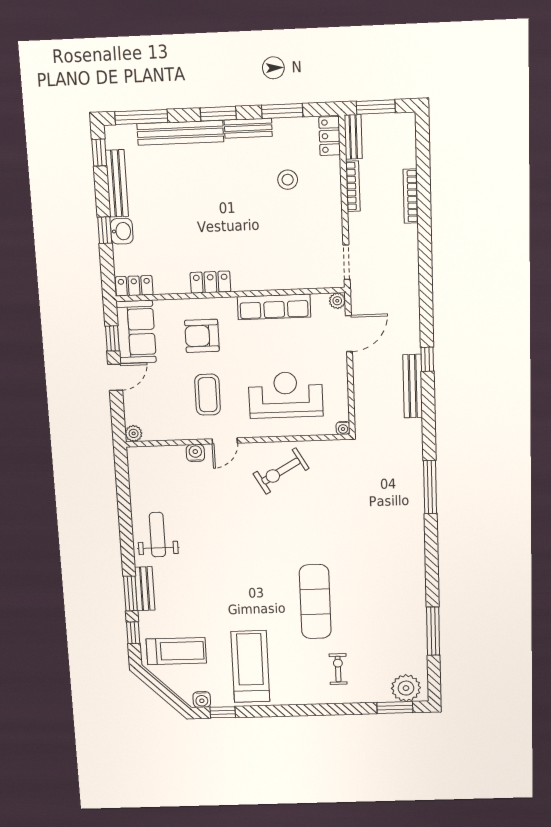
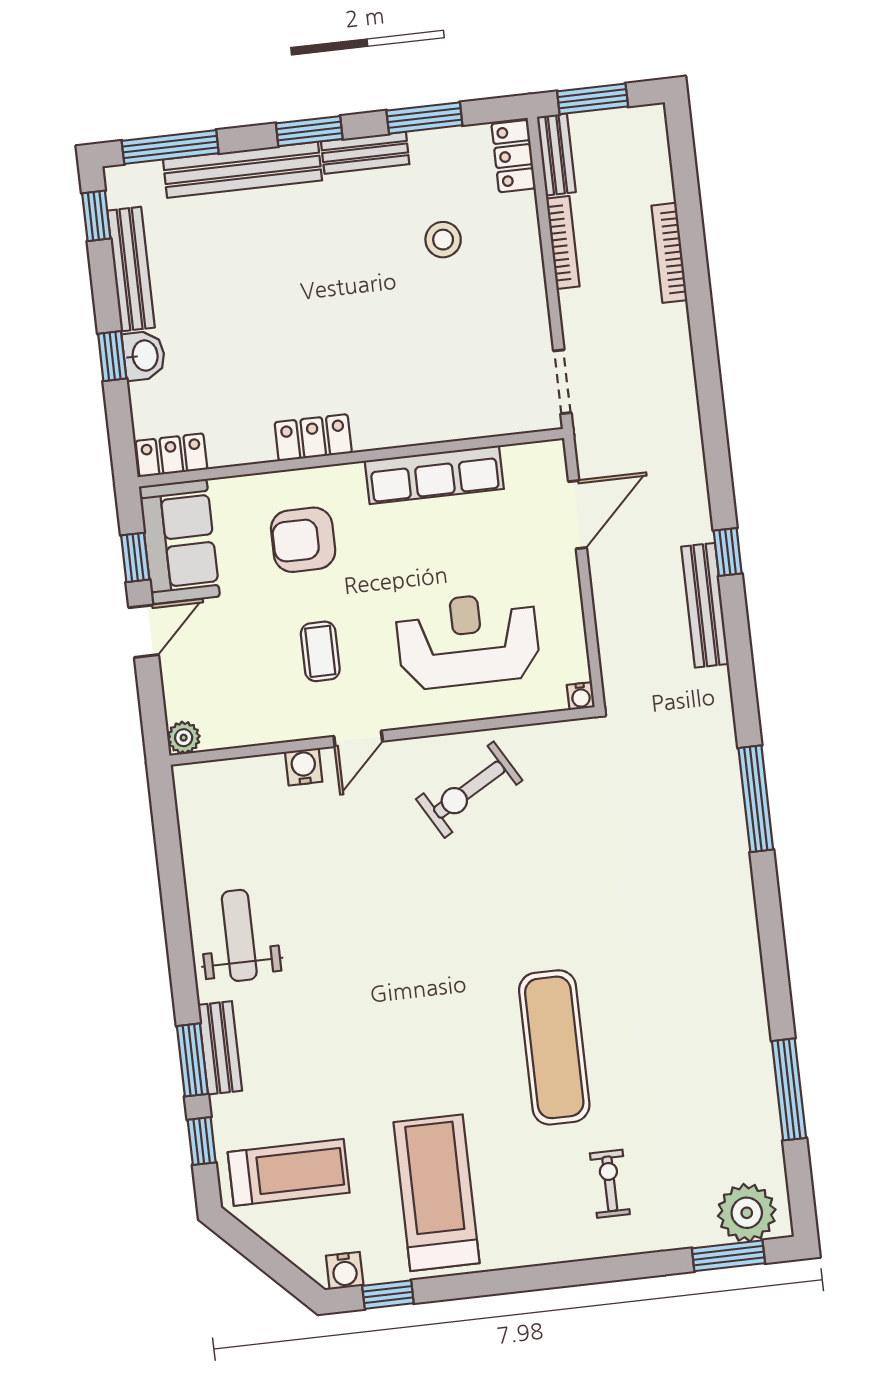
plant: (337, 301) -> (551, 455), removed
coffee table: (208, 395) -> (320, 651), width x0.73, depth x0.77

